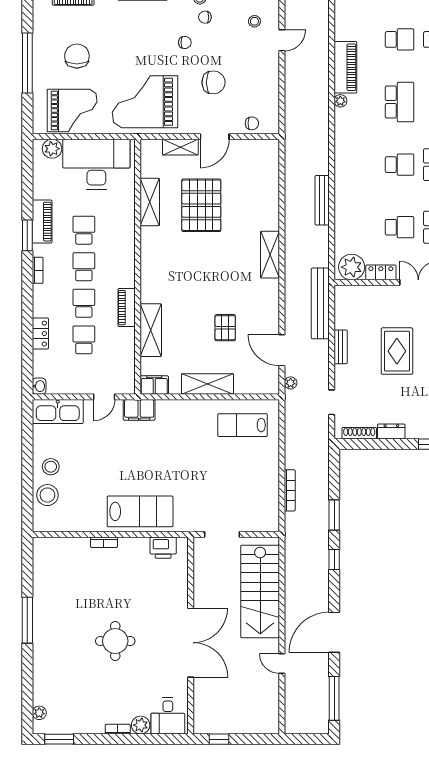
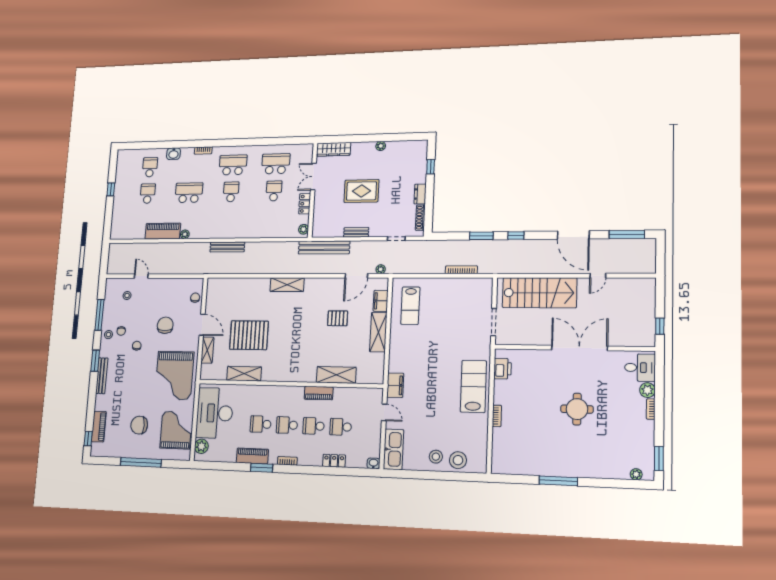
bench: (322, 200) -> (227, 247), moved
plant: (352, 267) -> (304, 229), width x0.53, depth x0.53
filing cabinet: (154, 385) -> (381, 301), moved

